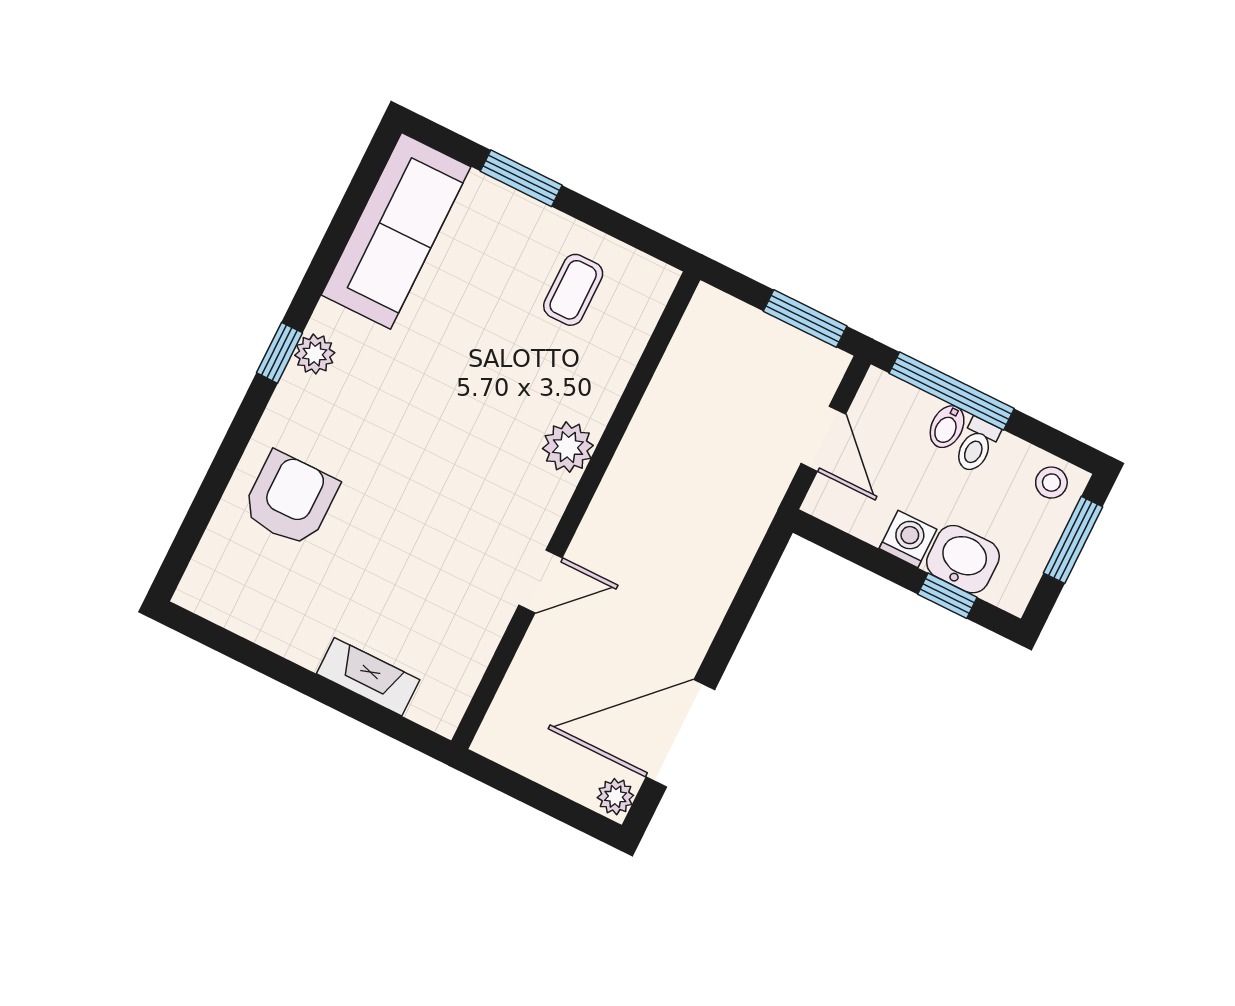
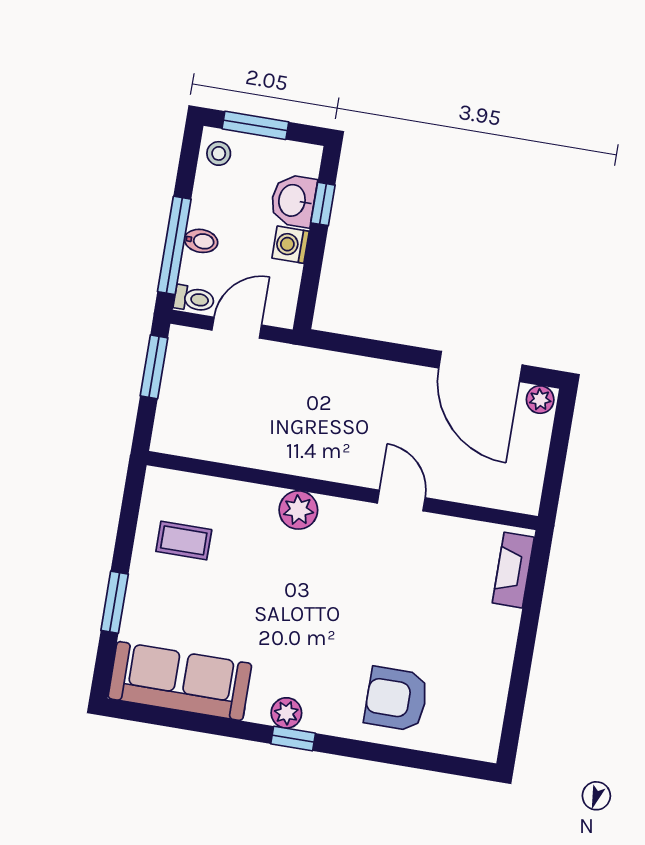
toilet: (977, 445) -> (194, 299), moved
fireplace: (368, 677) -> (513, 570), moved

